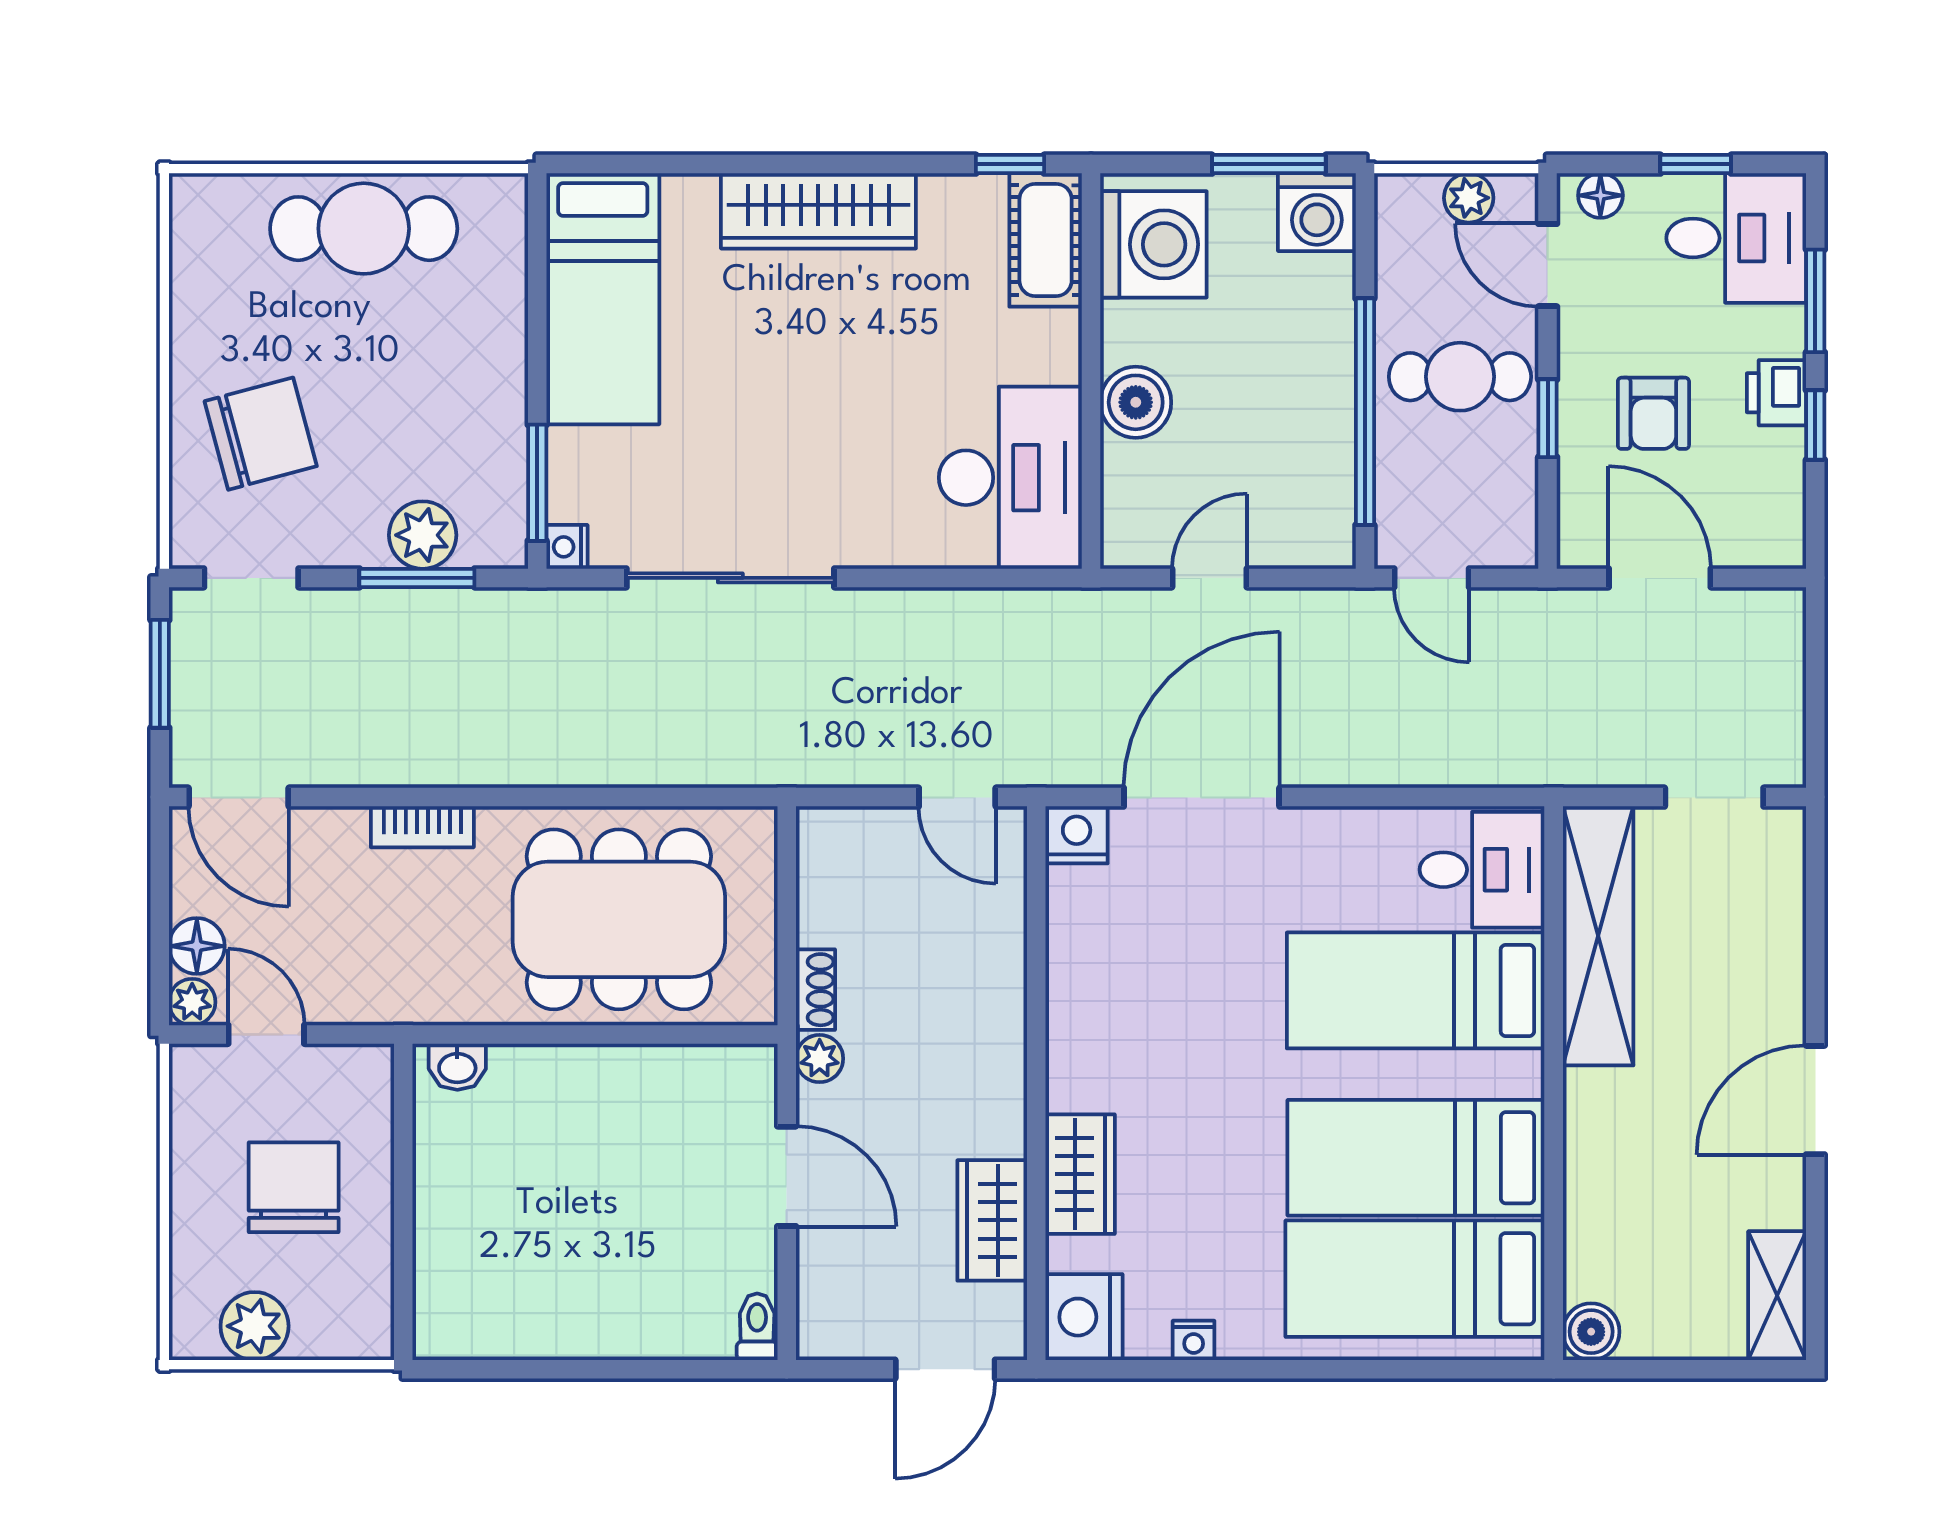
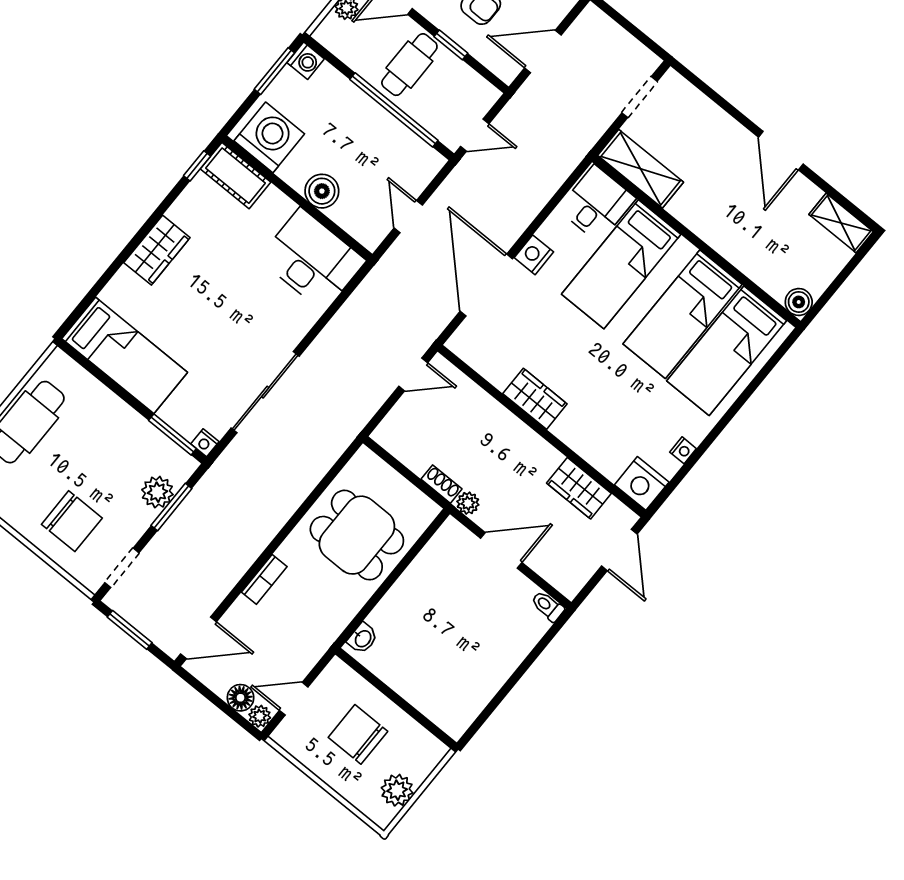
wardrobe: (818, 211) -> (157, 250), width x0.67
washing machine: (1317, 212) -> (306, 61), width x0.73, depth x0.73
chair: (261, 434) -> (72, 521), turned 105
nightstand: (1077, 835) -> (534, 255), moved
dining table: (619, 919) -> (357, 535), width x0.73
shelving: (1598, 936) -> (641, 169), width x0.68
wardrobe: (1080, 1174) -> (535, 399), moved

